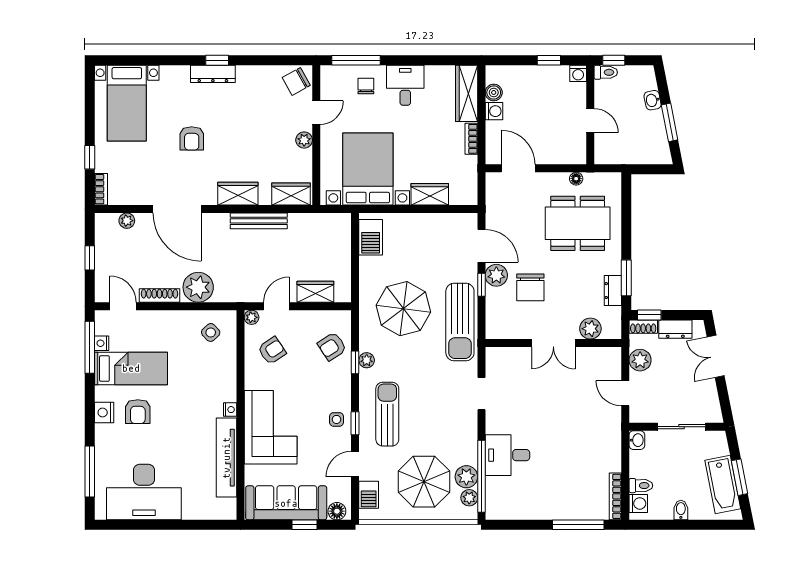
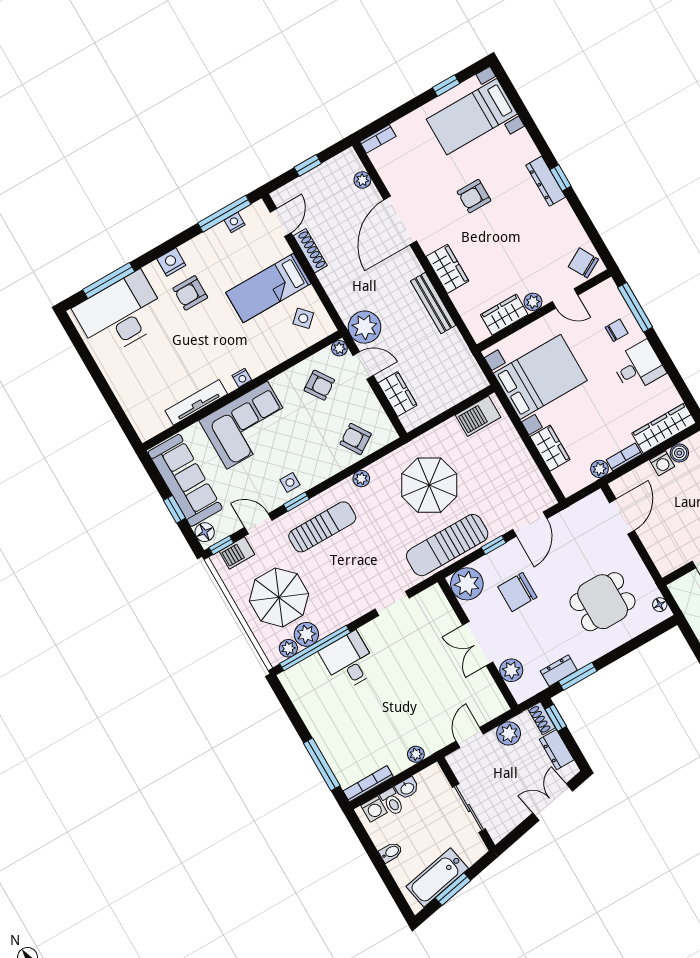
window: (90, 157) -> (446, 86), moved
plant: (469, 164) -> (599, 469), added
floor lamp: (576, 179) -> (660, 605), moved
wardrobe: (291, 194) -> (504, 315), moved, turned -90
dining table: (578, 223) -> (603, 602), width x0.73
plant: (496, 275) -> (467, 584), moved, width x1.36, depth x1.36
plant: (198, 287) -> (365, 327), moved
window: (355, 362) -> (221, 545), moved
bed: (131, 368) -> (268, 288), moved, turned 90
washbasin: (637, 440) -> (407, 788), moved
plant: (614, 444) -> (416, 754), added
tv unit: (226, 458) -> (196, 402), width x0.73, depth x0.78
desk: (144, 492) -> (121, 314), moved, turned 90

